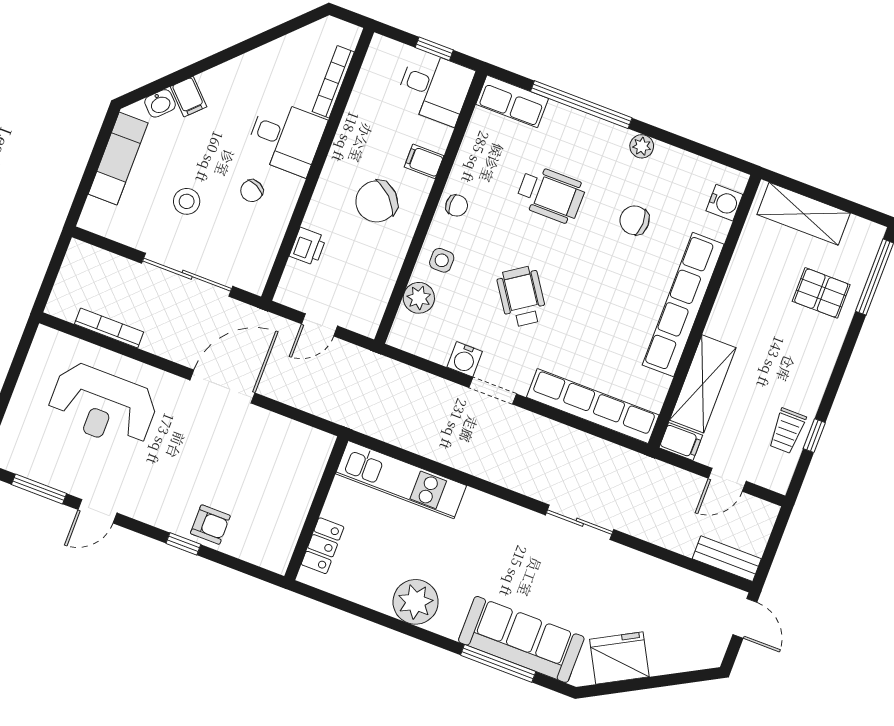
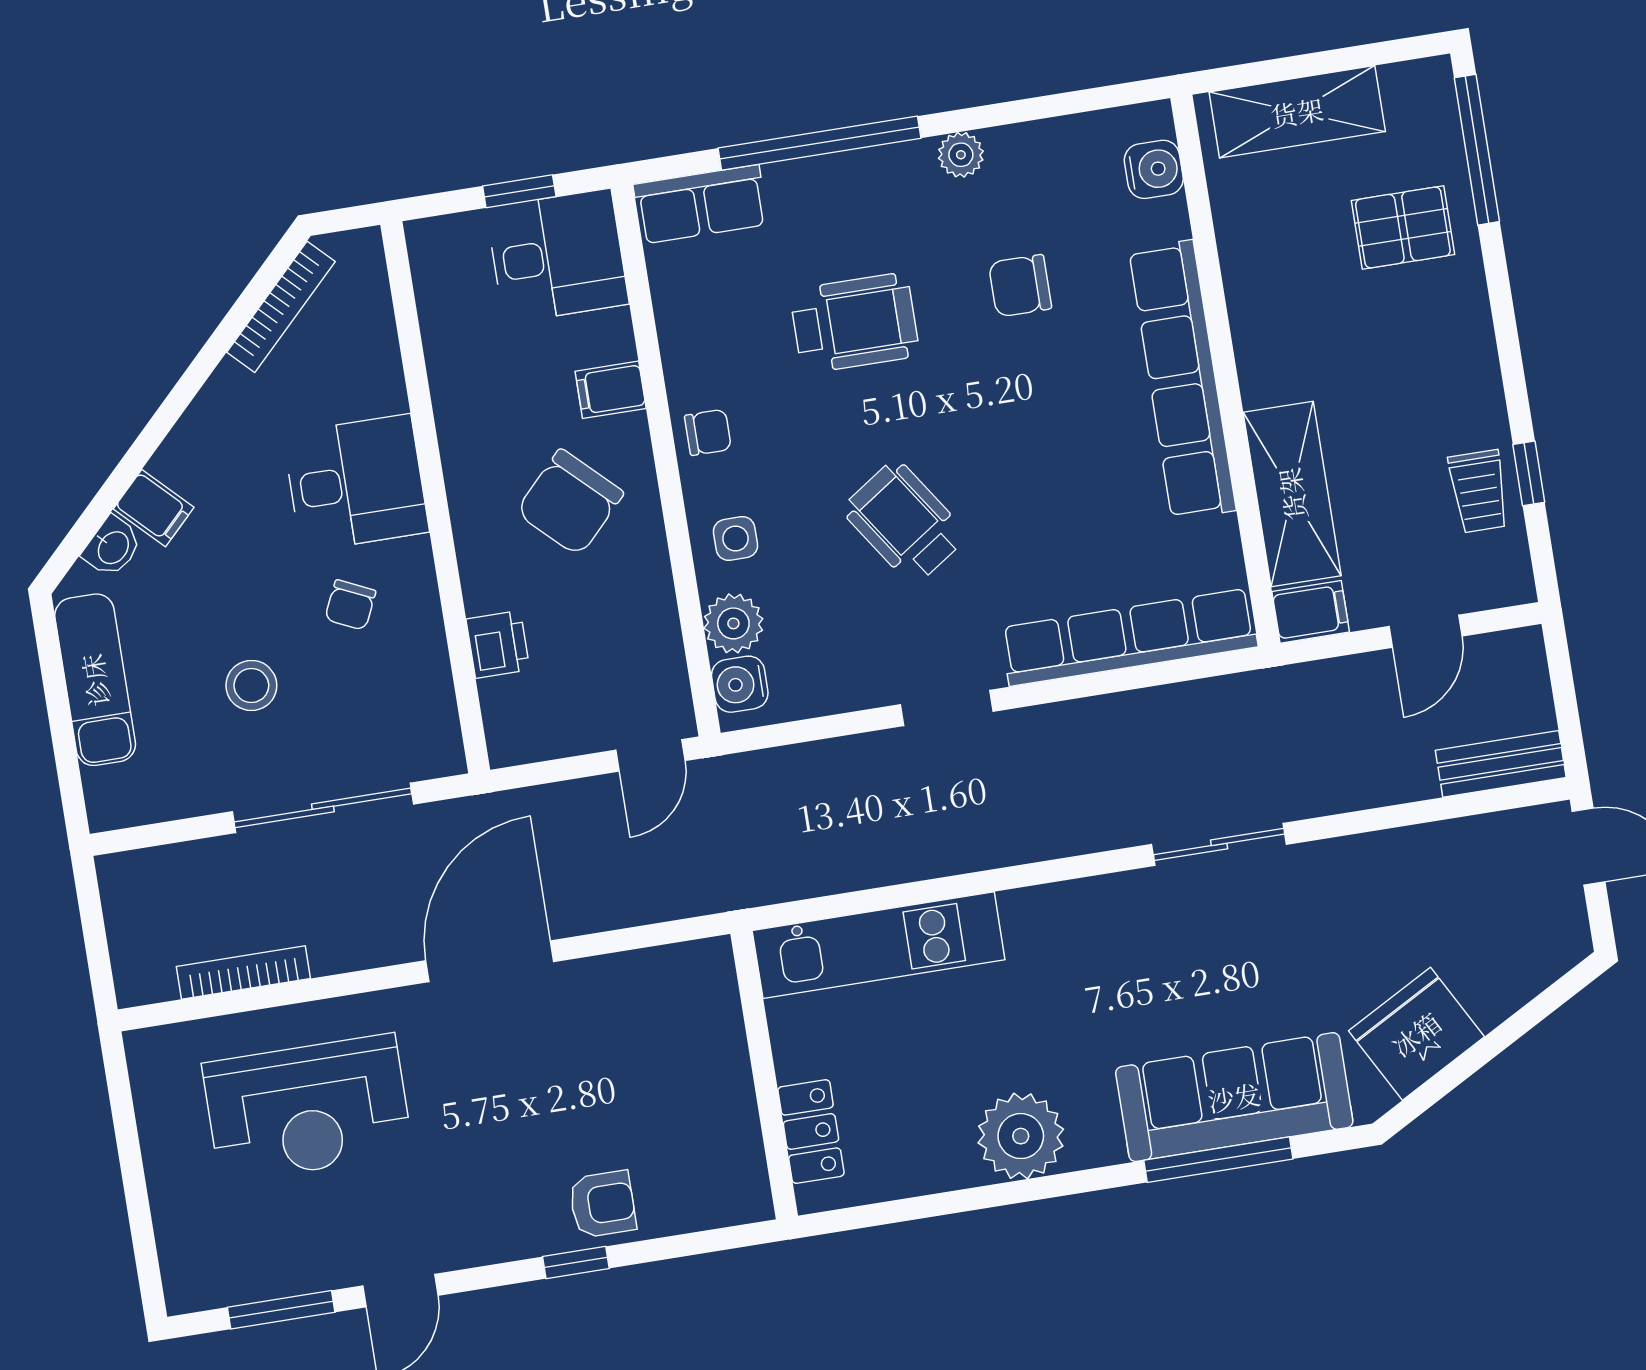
bookcase: (333, 82) -> (281, 307), moved, turned -135
door: (319, 325) -> (650, 755), moved
water cooler: (465, 359) -> (740, 684), moved, turned 90

